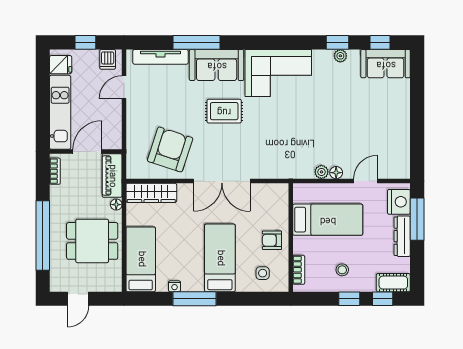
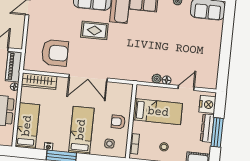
armchair: (170, 149) -> (55, 53), turned 72
window: (417, 219) -> (217, 132), moved

